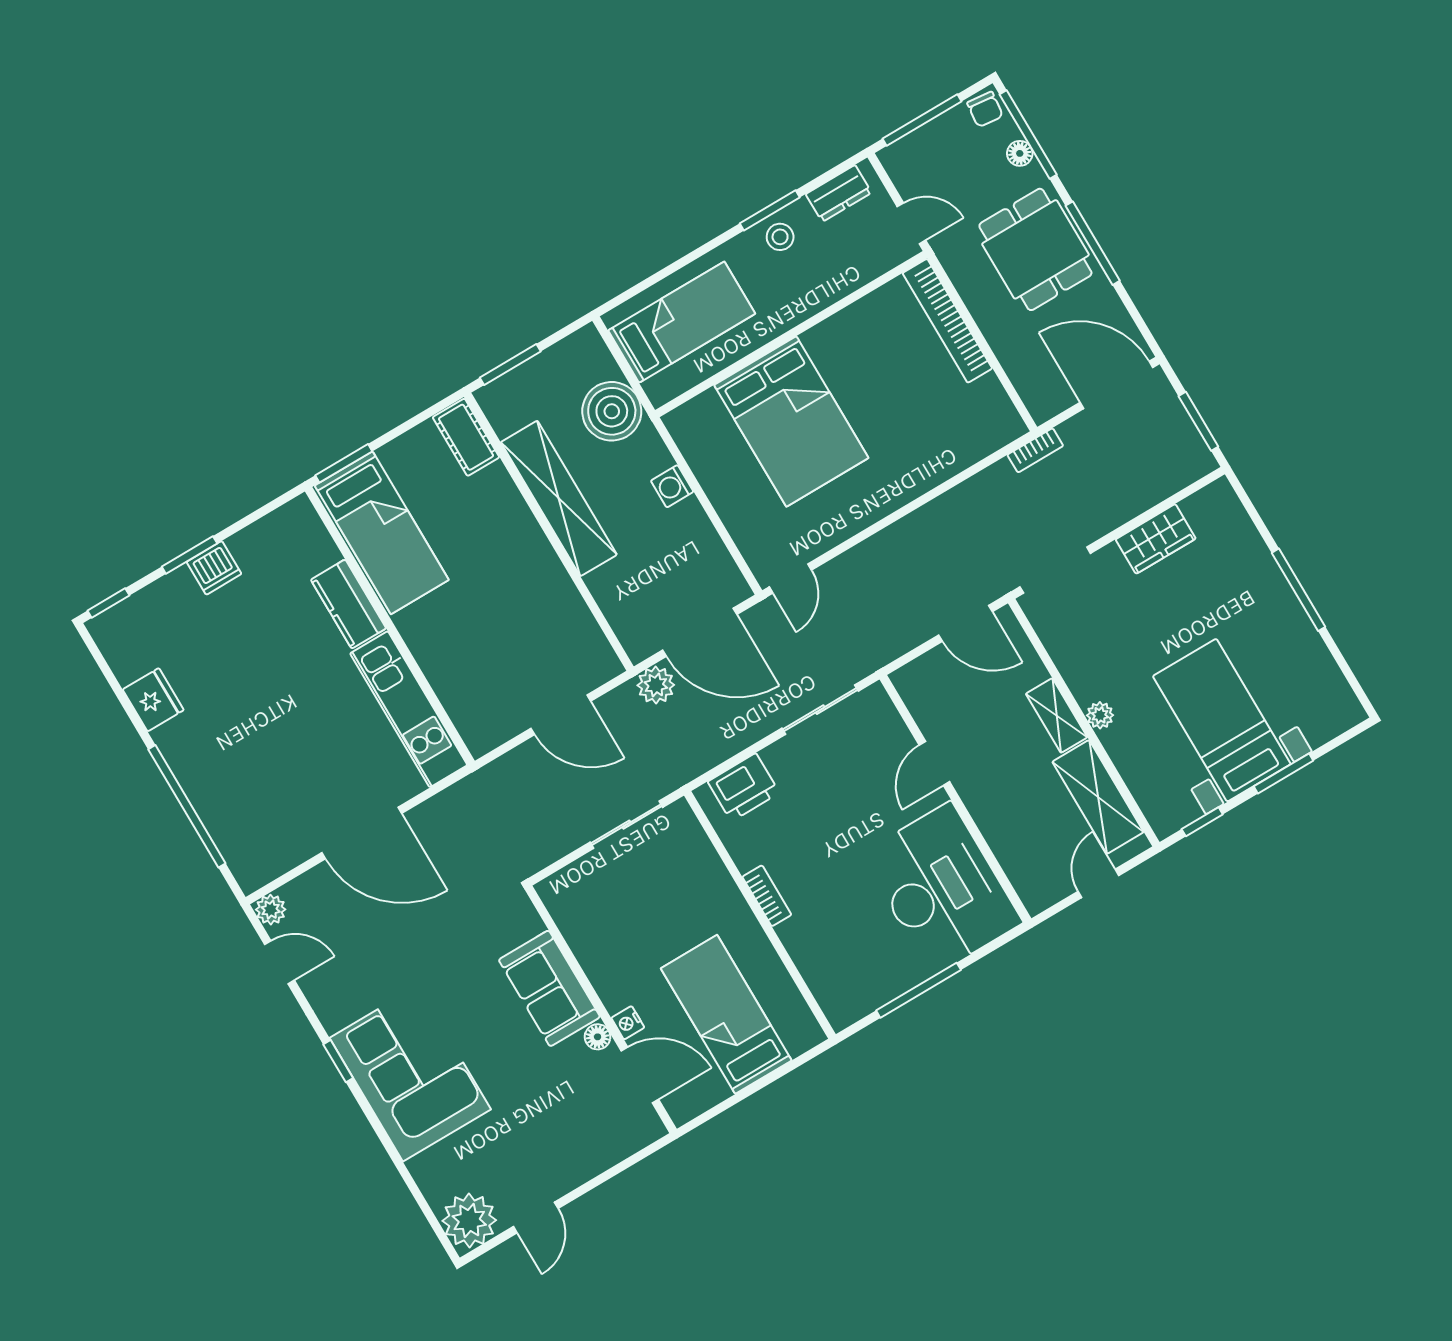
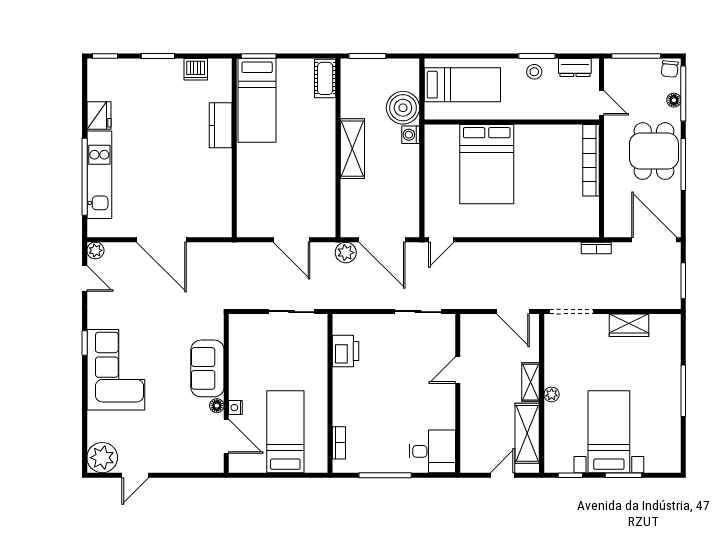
washing machine: (672, 486) -> (411, 135), moved
shelving: (559, 498) -> (352, 149), width x0.68
dishwasher: (214, 568) -> (196, 69), moved
kitchen unit: (409, 709) -> (99, 175), moved, turned 180
printer: (744, 787) -> (346, 351), moved, turned -90
desk: (942, 889) -> (432, 451), width x0.53, depth x0.77
bookcase: (767, 896) -> (339, 443), moved

